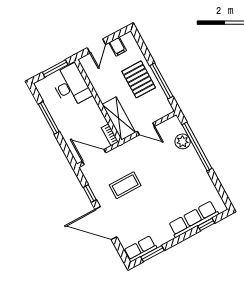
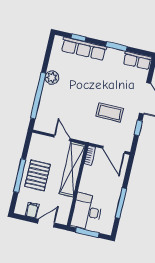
window: (161, 81) -> (20, 176), moved
shelving: (119, 119) -> (72, 169), width x1.47
plant: (183, 141) -> (52, 78), moved
window: (152, 254) -> (116, 46), moved

